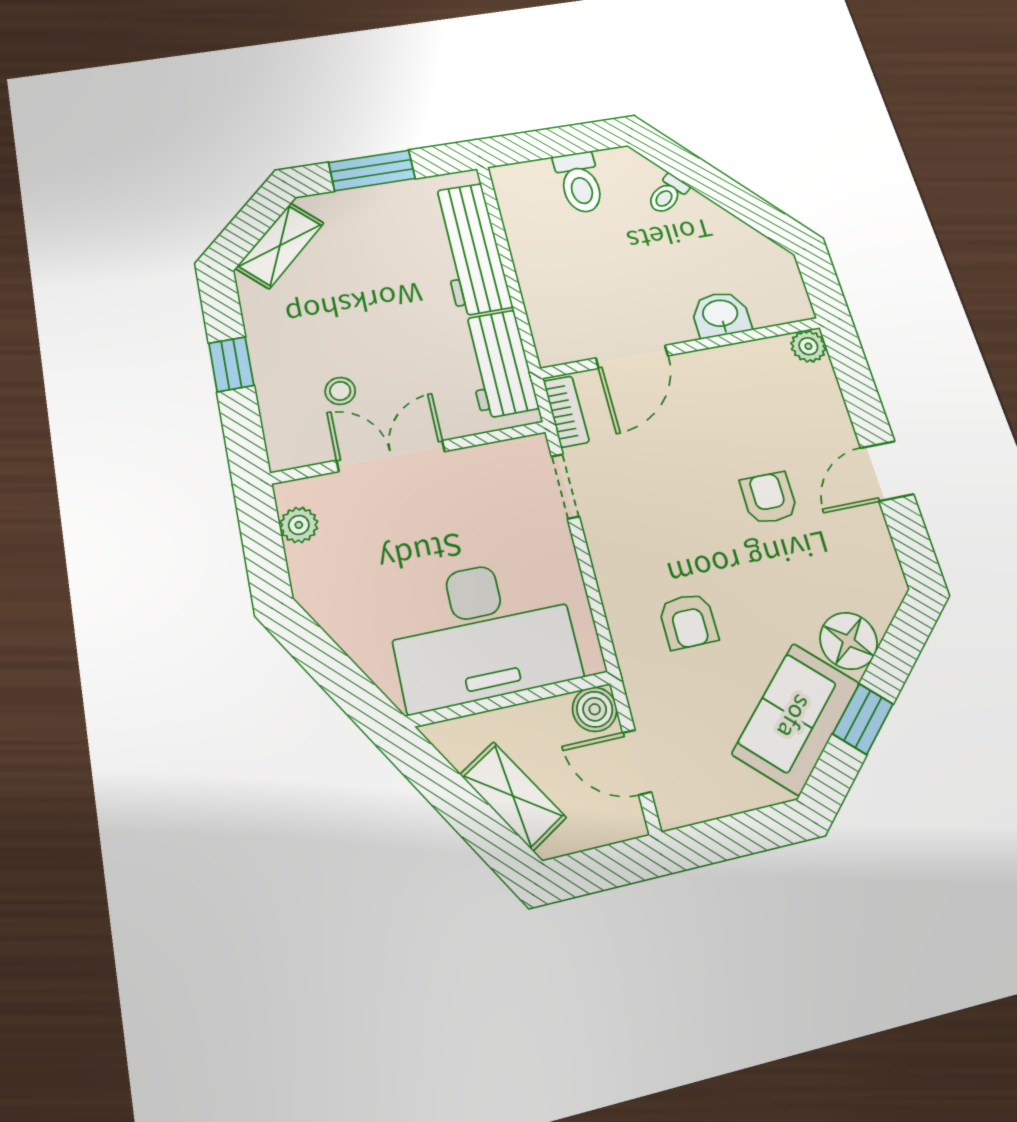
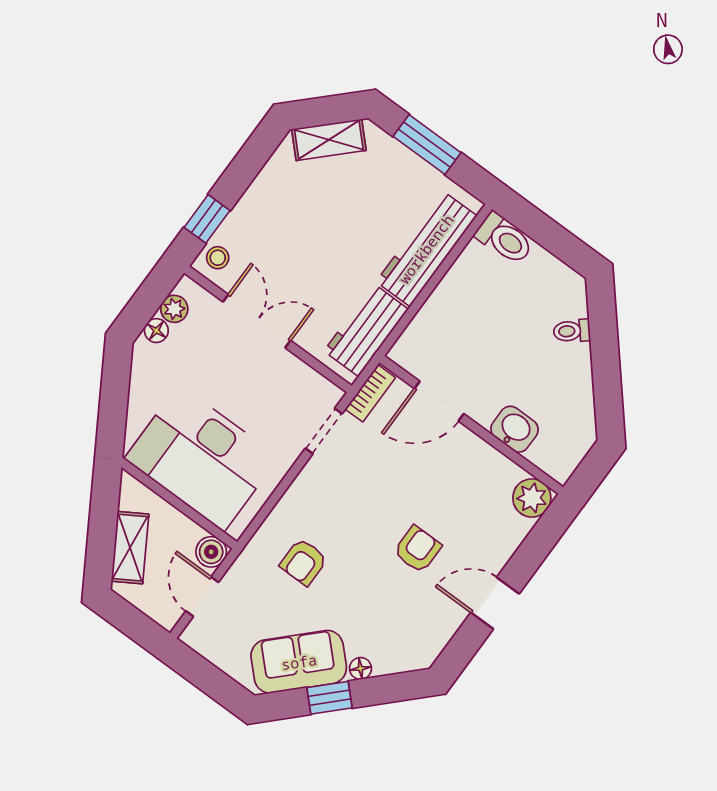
toilet: (580, 182) -> (504, 239), moved, turned -90
plant: (808, 346) -> (532, 498), width x1.38, depth x1.38
window: (231, 364) -> (207, 219), moved
stool: (340, 391) -> (218, 258), moved
floor lamp: (303, 562) -> (156, 331), added
floor lamp: (849, 641) -> (360, 668), width x0.53, depth x0.53

